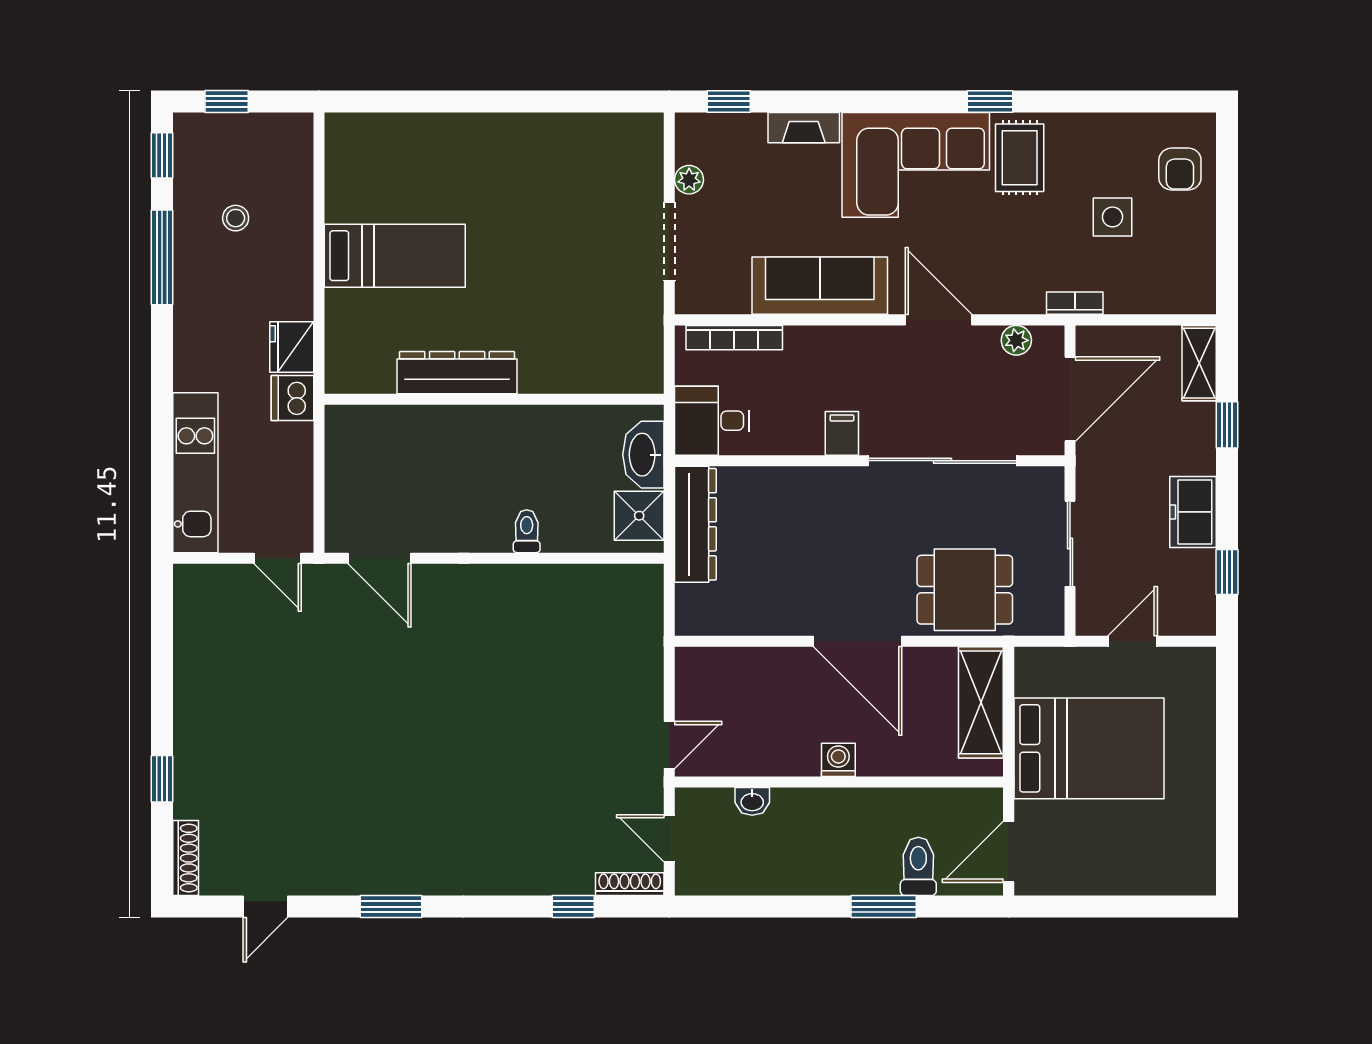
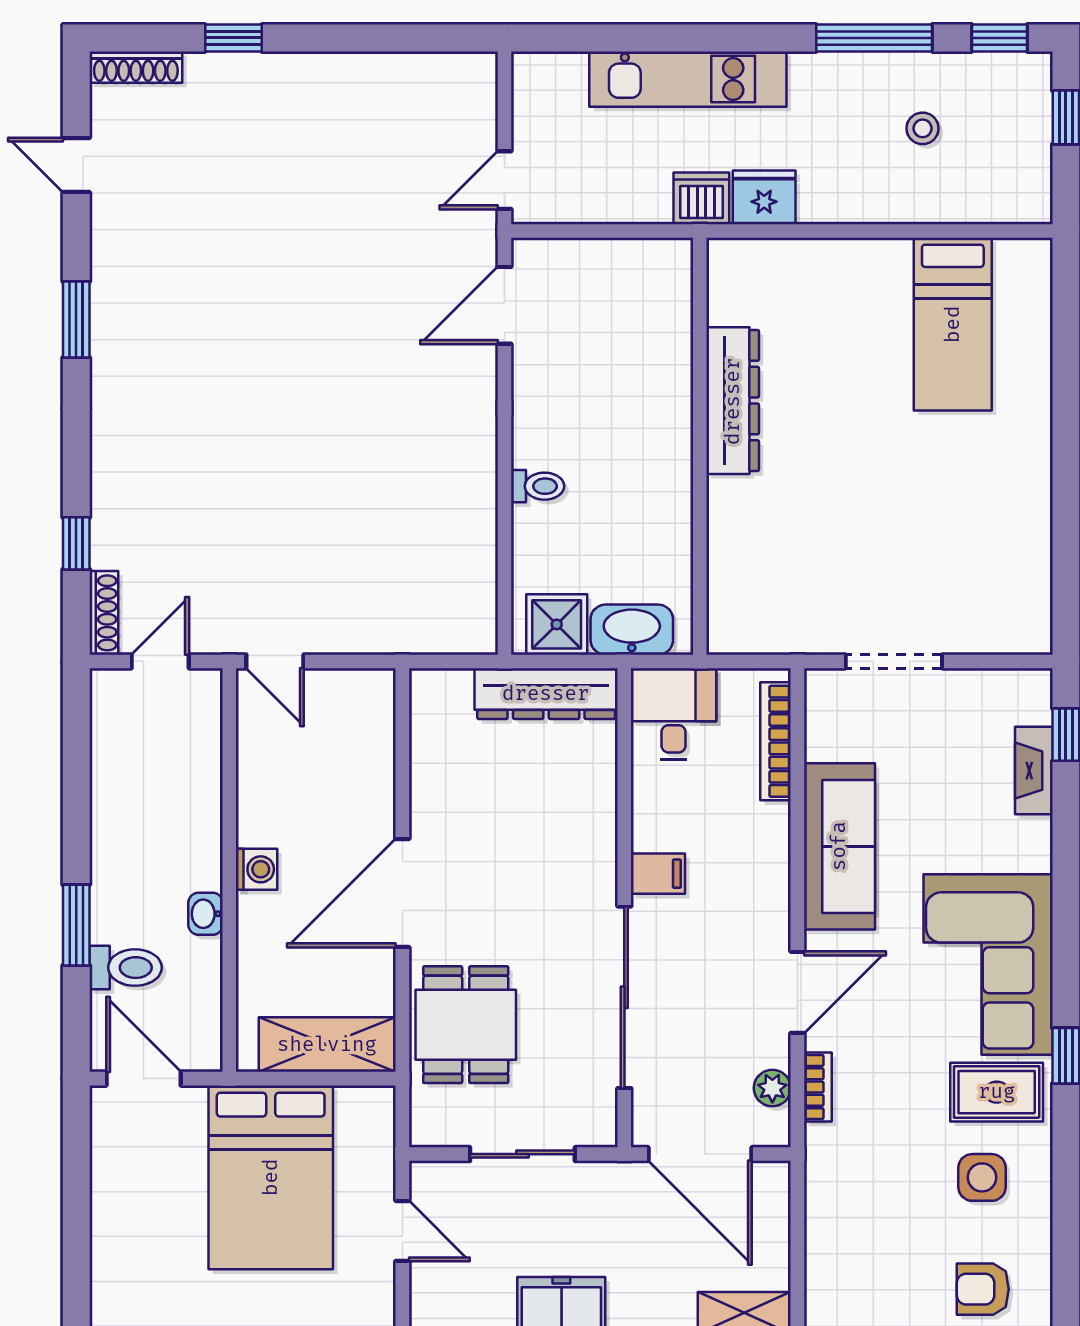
fireplace: (804, 128) -> (1034, 771), moved
plant: (689, 180) -> (970, 686), removed
side table: (1113, 217) -> (982, 1177), moved
bed: (395, 256) -> (953, 324), moved
bookcase: (1075, 303) -> (818, 1087), moved
kitchen unit: (195, 473) -> (688, 79), moved
washbasin: (752, 801) -> (206, 914), moved

